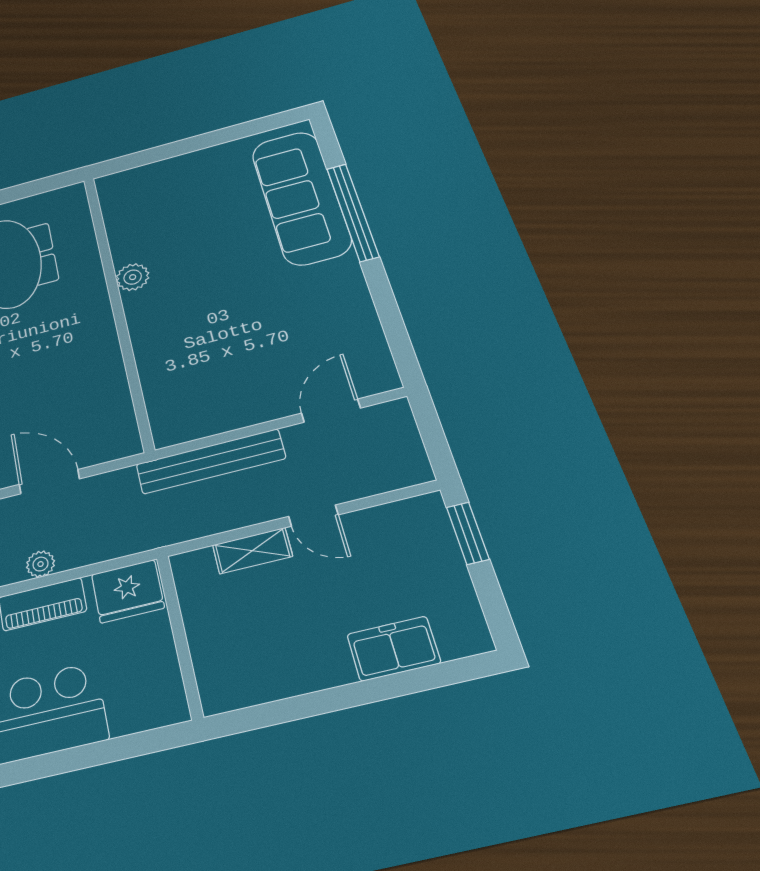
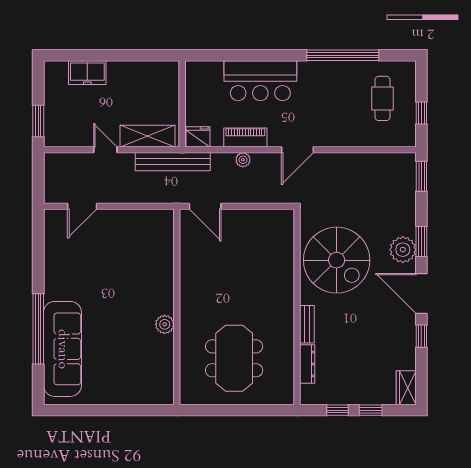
bench: (210, 461) -> (173, 162), moved
door: (49, 482) -> (205, 206), moved
shelving: (252, 551) -> (148, 136), width x1.50, depth x1.33
fridge: (128, 591) -> (198, 137), width x0.73, depth x0.75

